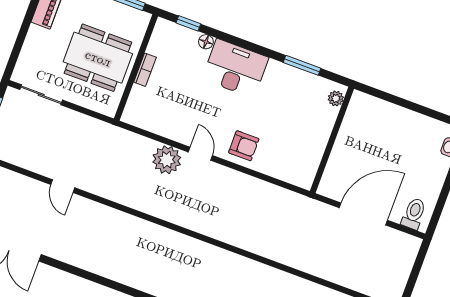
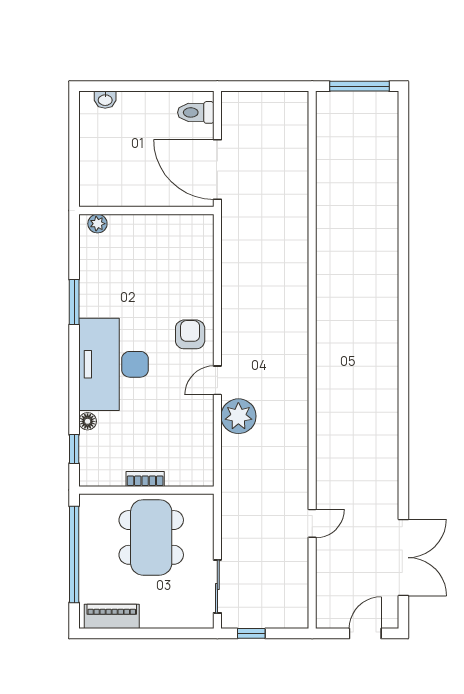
desk: (235, 68) -> (113, 364), width x1.36, depth x1.30
plant: (336, 98) -> (97, 224), moved
wall: (332, 140) -> (146, 211), moved

